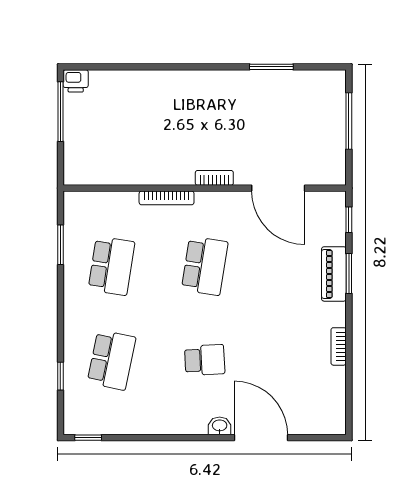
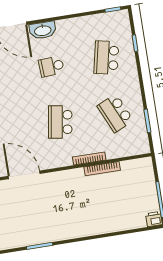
bookcase: (214, 178) -> (102, 169), moved, width x1.56
school desk: (112, 266) -> (115, 113), turned -33
washbasin: (220, 426) -> (43, 30), width x1.91, depth x1.45

